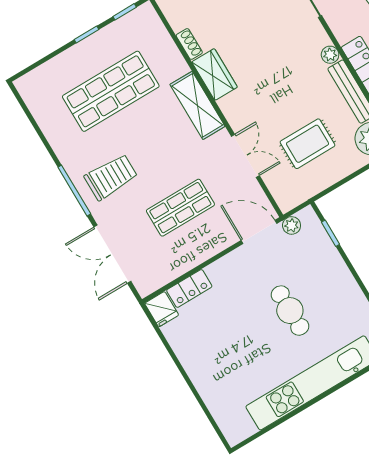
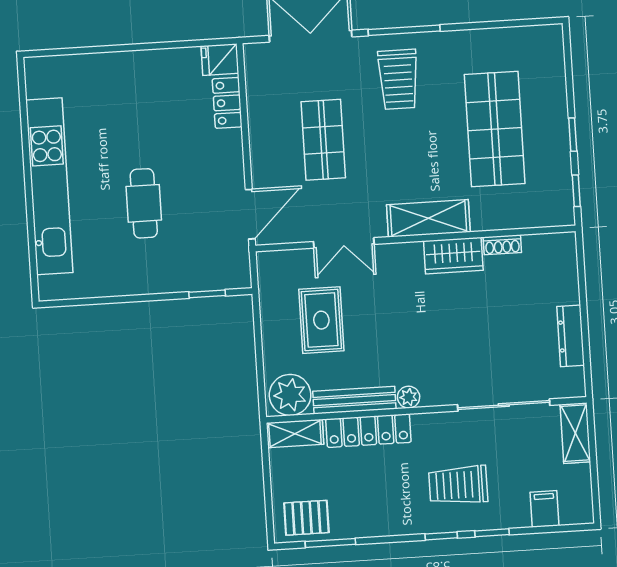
plant: (292, 225) -> (239, 255), removed
cafe table: (290, 311) -> (144, 203), turned 90

